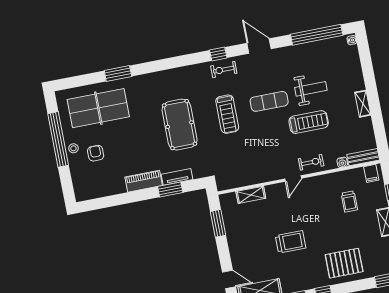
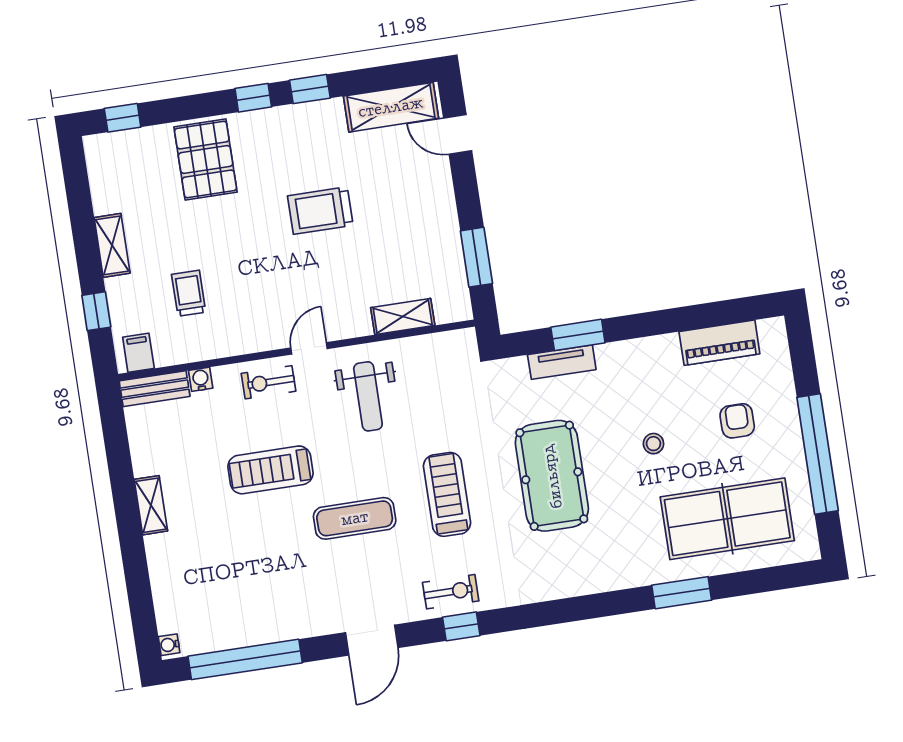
door: (259, 46) -> (372, 640), hinge flipped
weight bench: (311, 89) -> (368, 396), moved, turned -90
stool: (73, 148) -> (653, 444), moved
armchair: (96, 153) -> (737, 421), turned 180
piano: (144, 181) -> (719, 343), moved
pallet: (344, 263) -> (206, 159), turned 90

